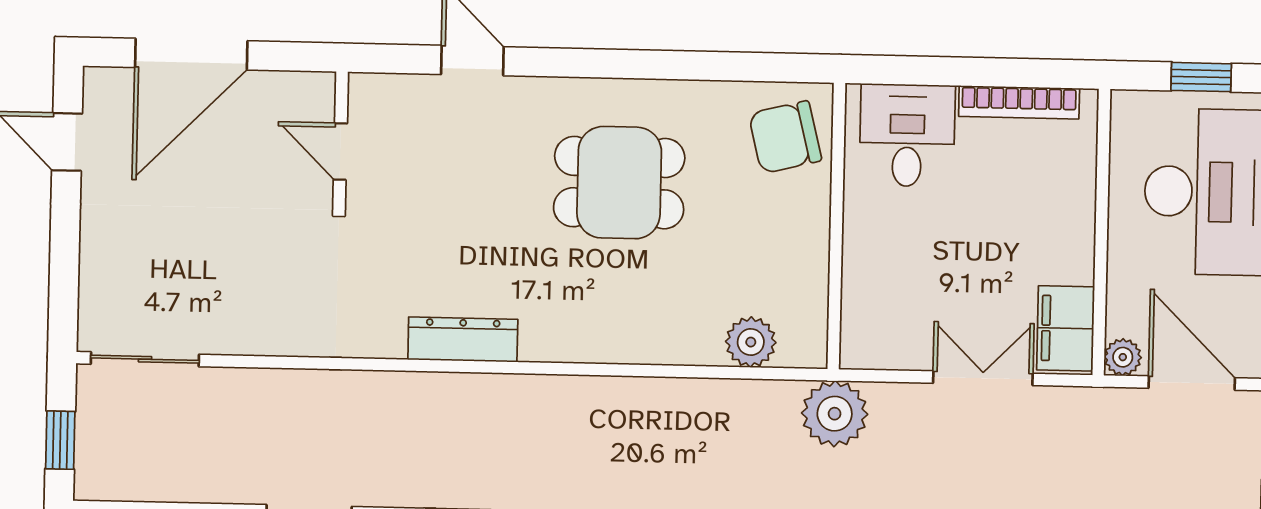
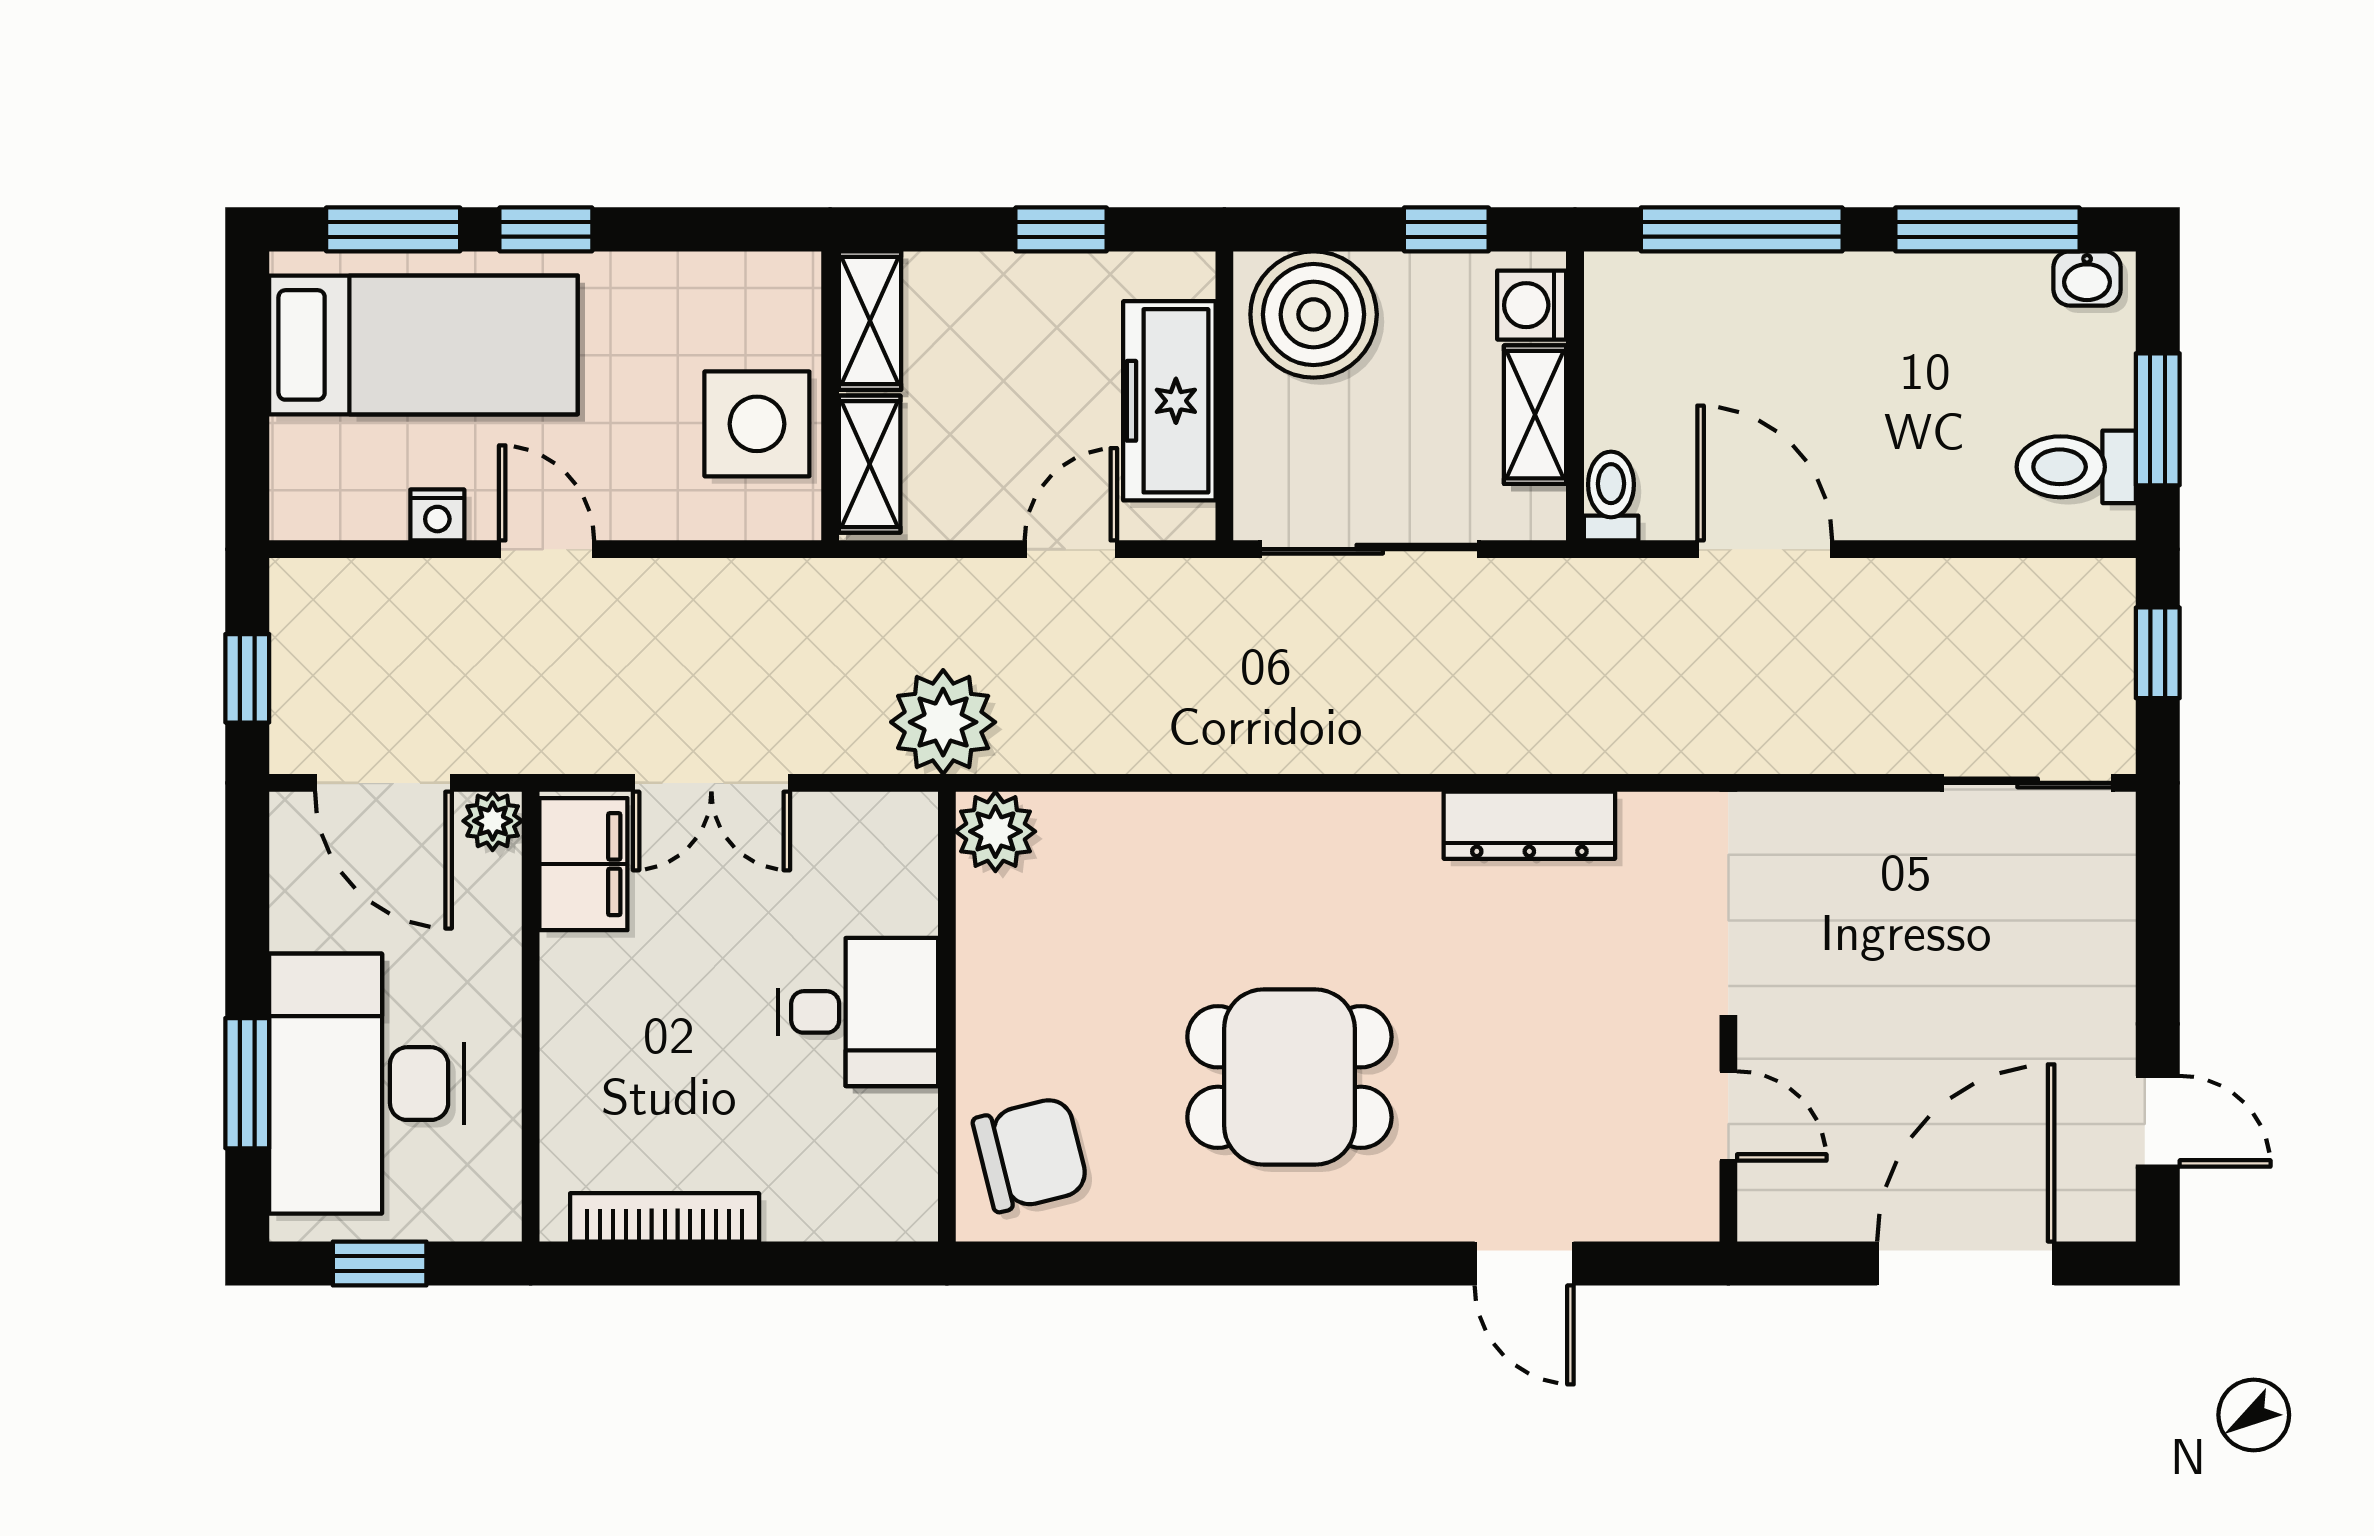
desk: (907, 135) -> (858, 1012), moved, turned -90
plant: (751, 342) -> (995, 831), moved

